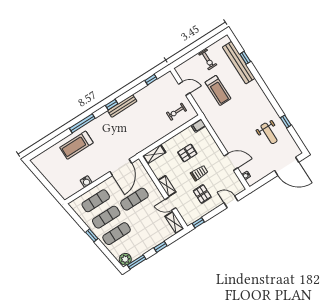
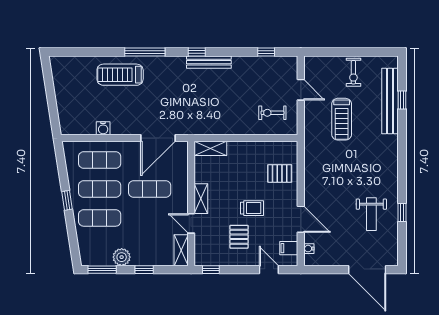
filing cabinet: (198, 126) -> (289, 248), moved
pallet: (187, 153) -> (280, 173), moved
plant: (125, 259) -> (122, 257), moved

